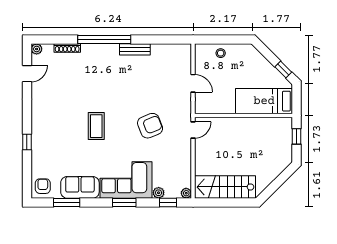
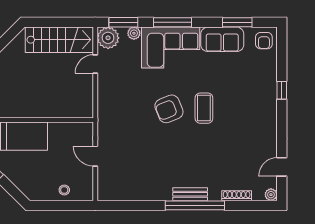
bench: (135, 49) -> (190, 194), moved
armchair: (150, 126) -> (169, 109), moved
door: (193, 130) -> (95, 64), moved
plant: (186, 193) -> (108, 38), width x1.88, depth x1.88
window: (124, 203) -> (172, 22), width x1.44
window: (168, 203) -> (123, 22), width x1.50

